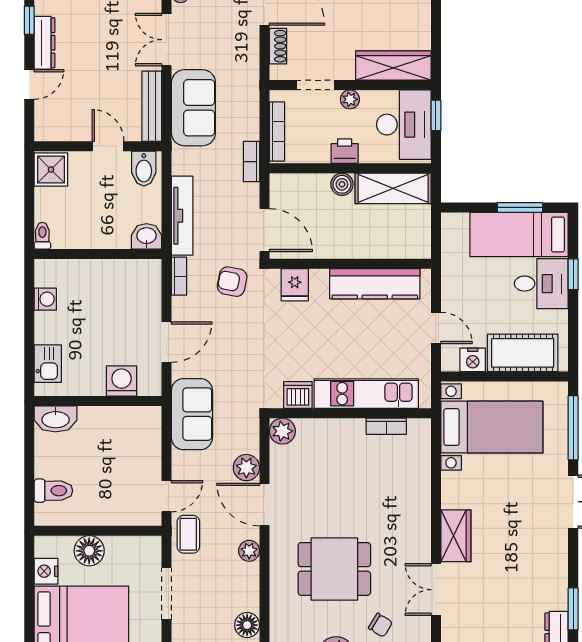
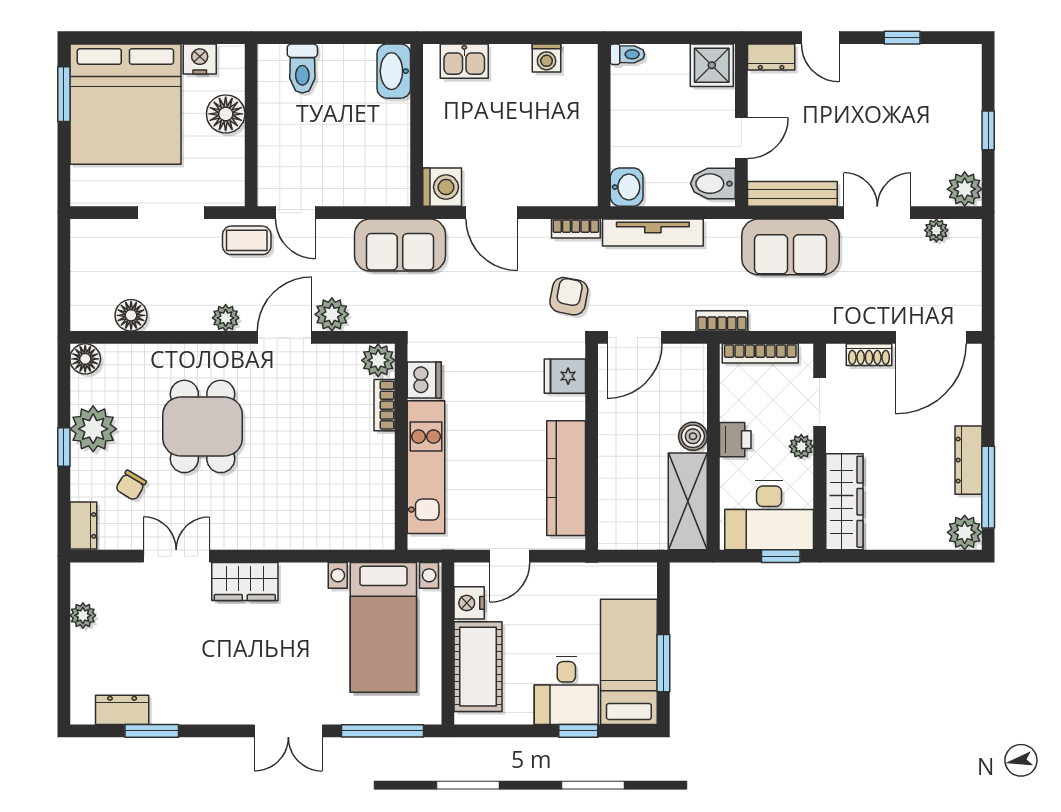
dresser: (45, 43) -> (771, 57), moved, width x0.70
washing machine: (122, 381) -> (442, 187), moved
bookcase: (386, 426) -> (385, 405), moved

